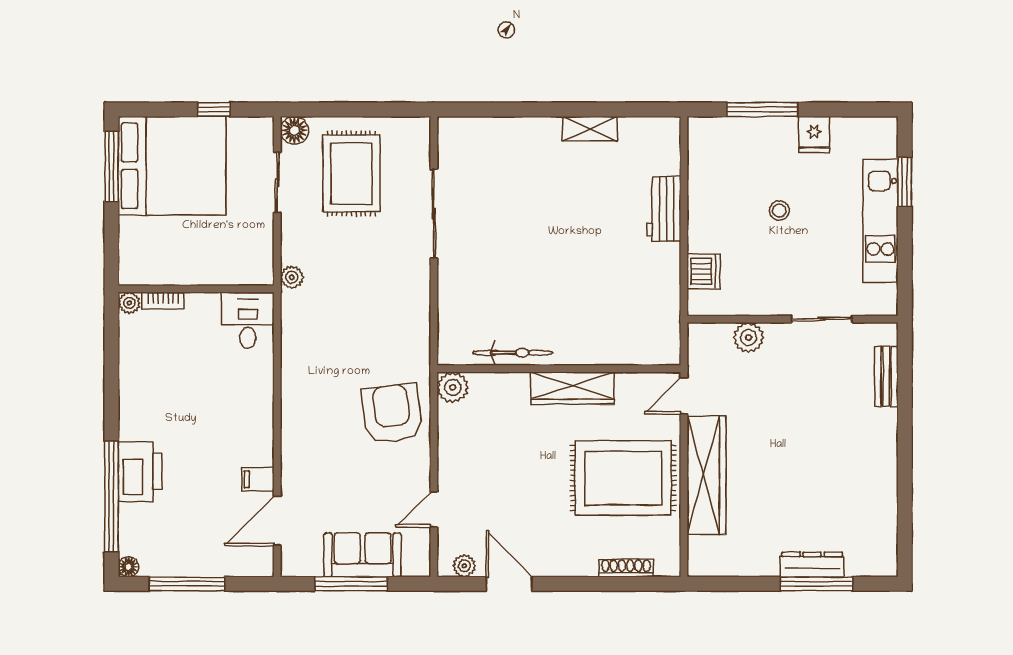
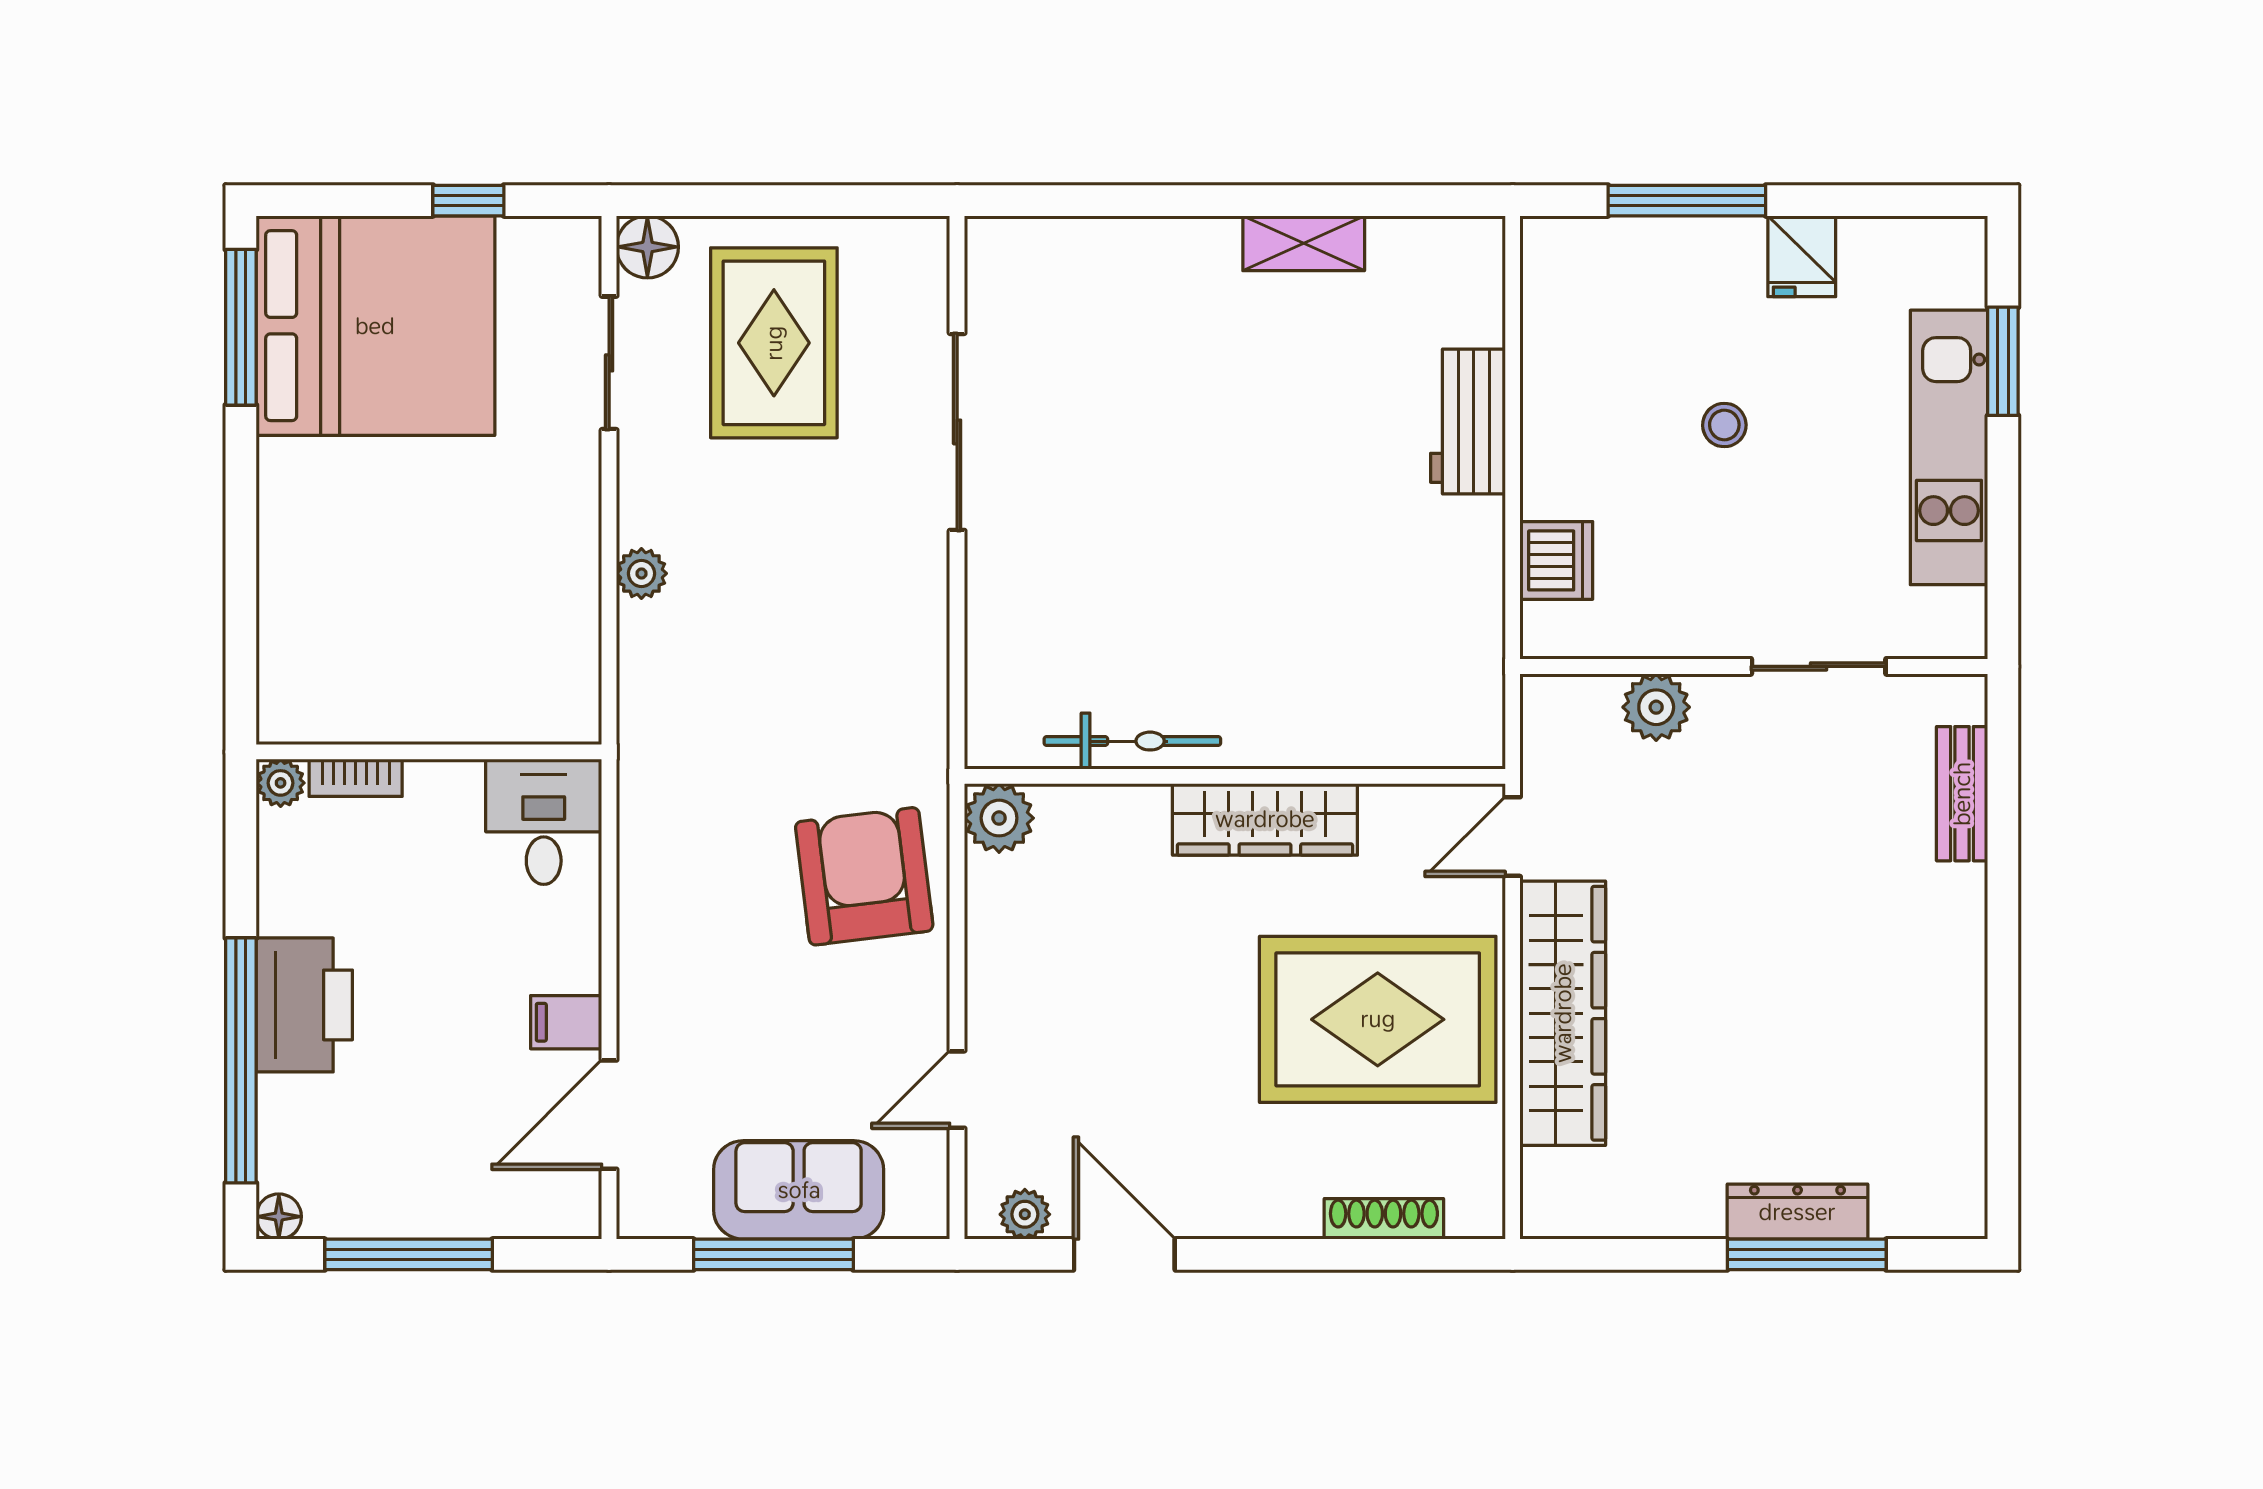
wall: (196, 289) -> (429, 752), moved
bookcase: (163, 301) -> (356, 778), moved
plant: (129, 303) -> (281, 783), moved
desk: (248, 320) -> (544, 822), moved

